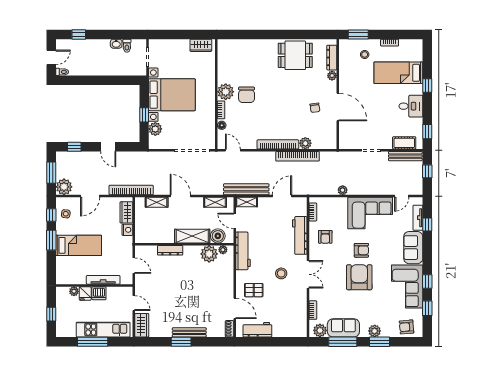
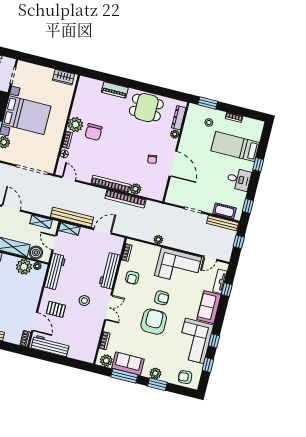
piano: (258, 45) -> (115, 90), added
workbench: (257, 330) -> (50, 346), width x1.38

